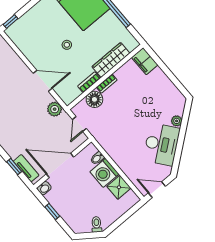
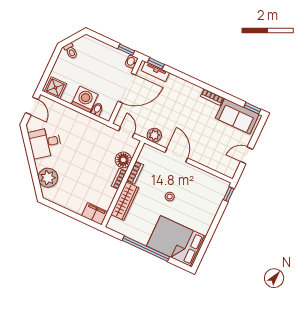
door: (43, 81) -> (176, 155), swing flipped
plant: (177, 121) -> (48, 178), width x1.88, depth x1.88
desk: (161, 144) -> (45, 143), width x0.73
window: (14, 167) -> (156, 63), moved
shower: (119, 187) -> (55, 88), moved
door: (157, 190) -> (32, 106), hinge flipped
window: (52, 211) -> (126, 50), moved

